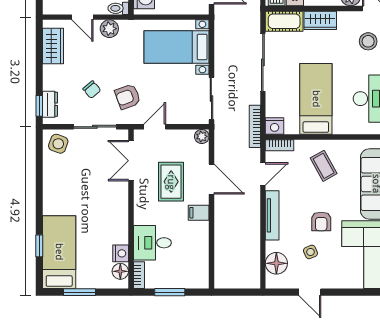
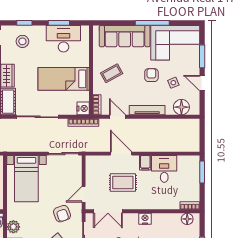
door: (155, 127) -> (84, 194), hinge flipped
plant: (202, 136) -> (91, 161), removed
door: (211, 179) -> (121, 154), hinge flipped
armchair: (321, 221) -> (151, 75), turned -90
desk: (152, 243) -> (164, 169), moved, turned 180
nightstand: (121, 253) -> (145, 219), moved
window: (170, 292) -> (202, 172), moved
door: (310, 292) -> (202, 83), swing flipped
window: (347, 292) -> (202, 56), added

